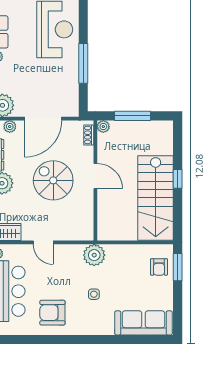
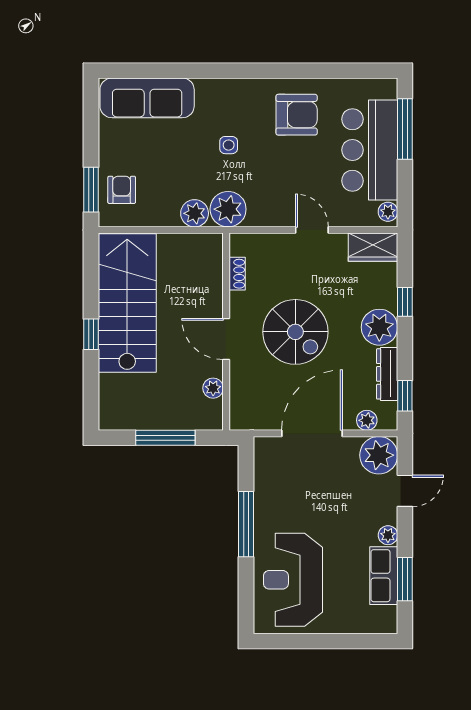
plant: (103, 127) -> (213, 388), moved
shoe rack: (89, 135) -> (237, 274), moved
plant: (115, 253) -> (195, 213), added

